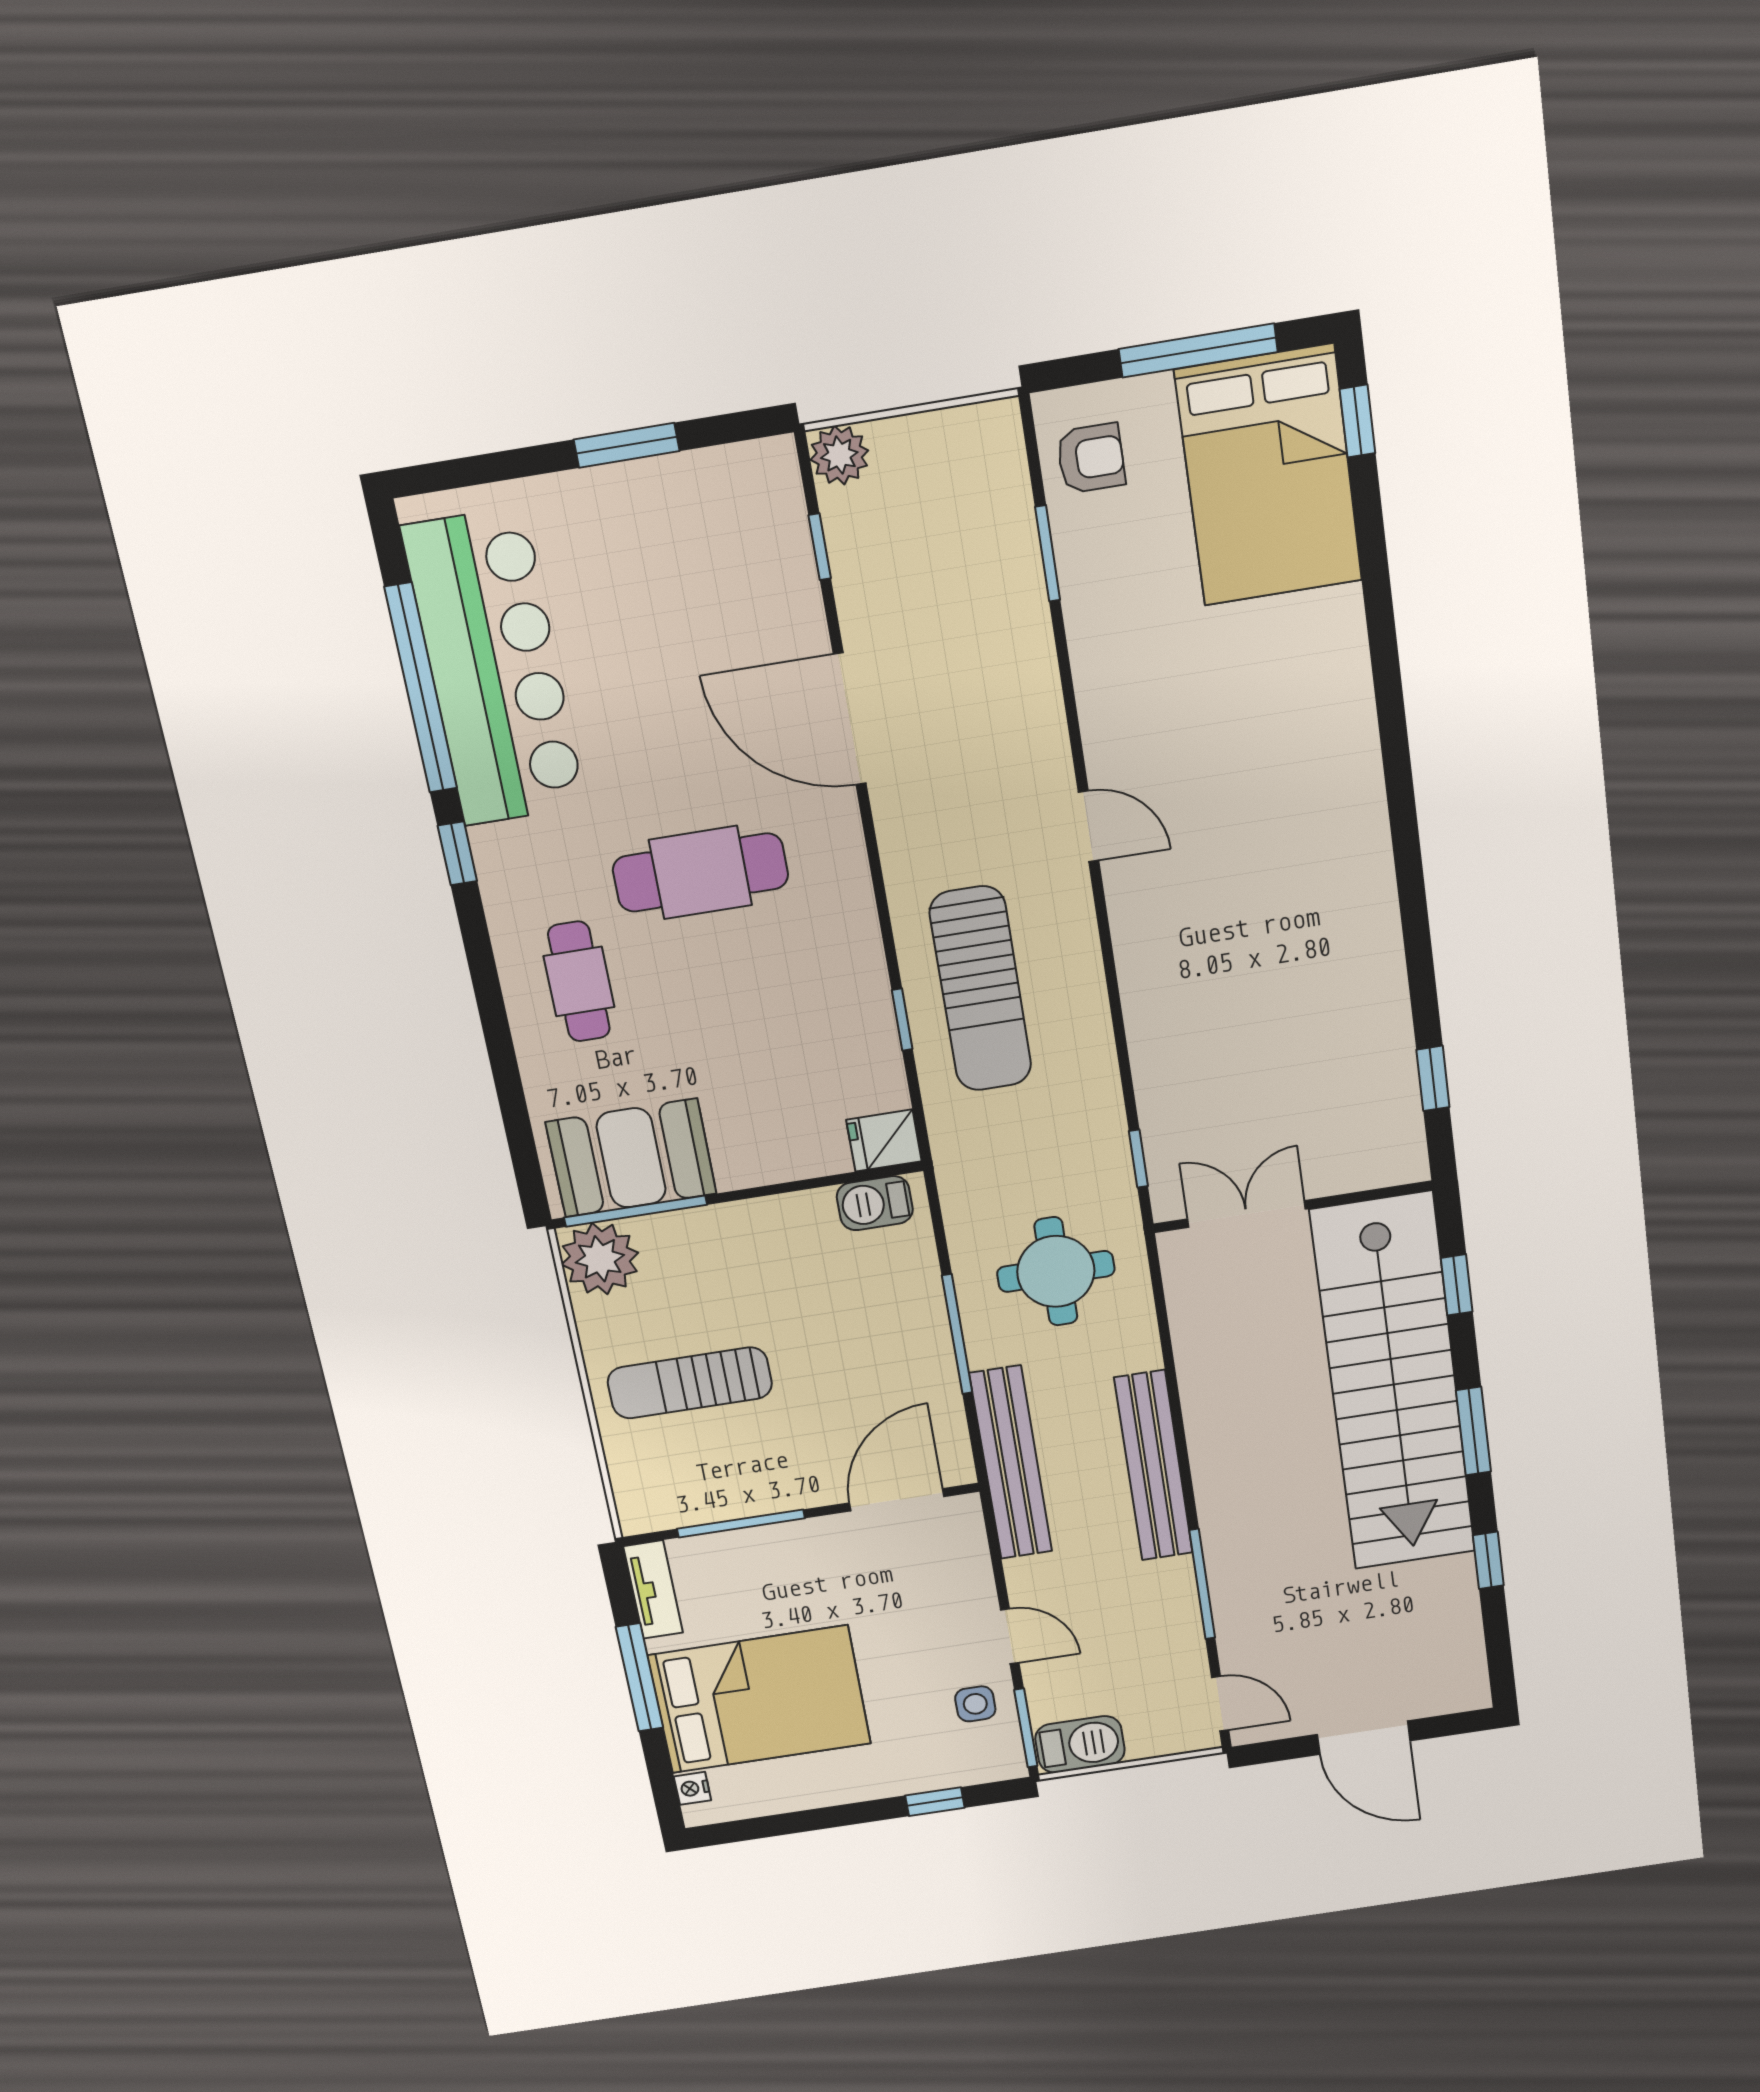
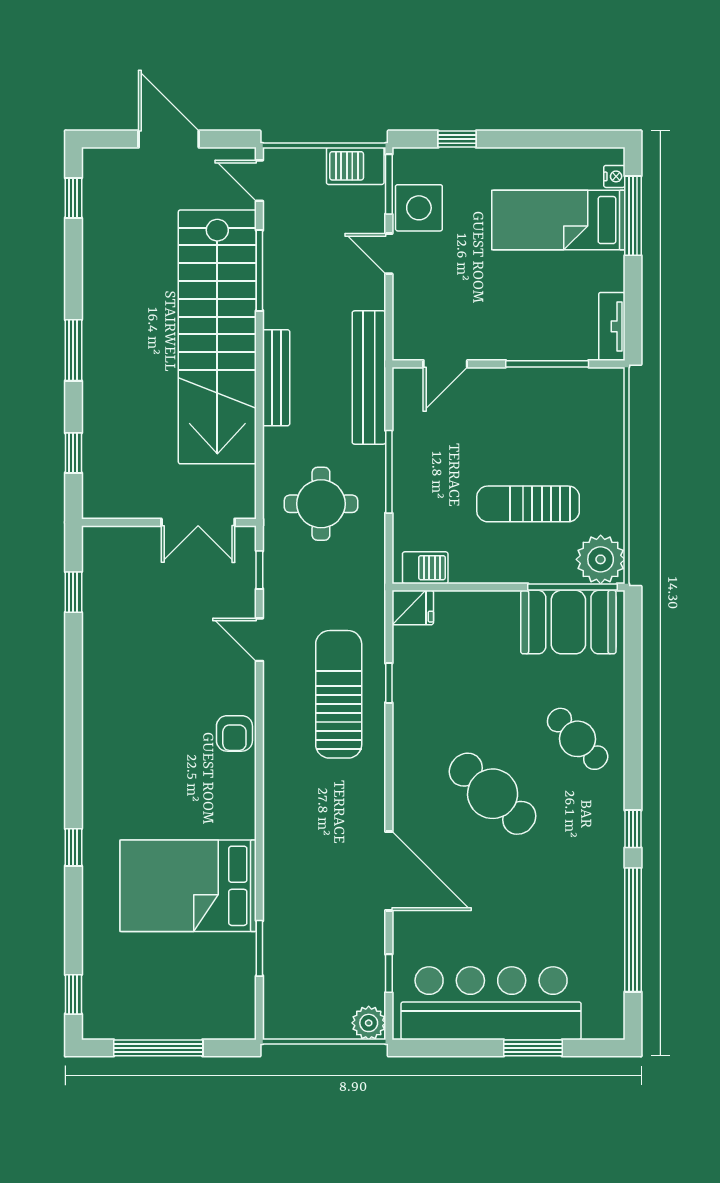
window: (627, 445) -> (533, 1048), moved
armchair: (1091, 458) -> (234, 733), moved, turned -90
bed: (1269, 476) -> (188, 886), moved, turned -90
bar counter: (494, 668) -> (491, 1003), moved, turned 90
window: (1386, 673) -> (73, 847), added
door: (1089, 826) -> (259, 640), moved
cafe table: (700, 873) -> (493, 794), turned 42
cafe table: (579, 982) -> (578, 739), turned -44
sun lounger: (690, 1383) -> (528, 504), moved, turned 180
stairs: (1393, 1383) -> (217, 337), moved, turned 180
bench: (1154, 1466) -> (276, 378), width x0.73, depth x0.82
door: (897, 1500) -> (445, 364), width x0.73
window: (1488, 1560) -> (73, 198), moved
window: (640, 1677) -> (633, 216), moved
bed: (760, 1699) -> (558, 220), width x0.67
side table: (975, 1704) -> (419, 208), width x1.87, depth x1.87

